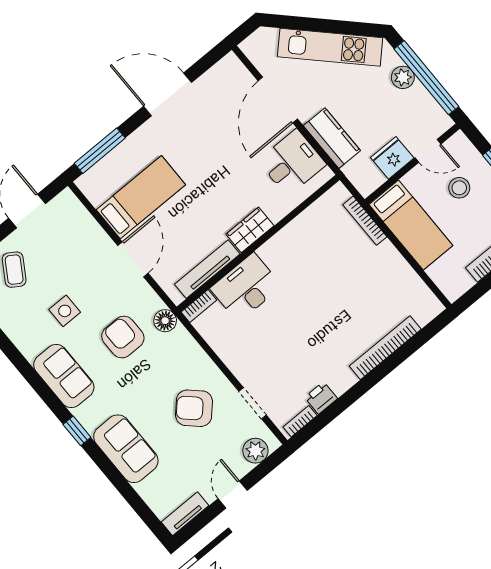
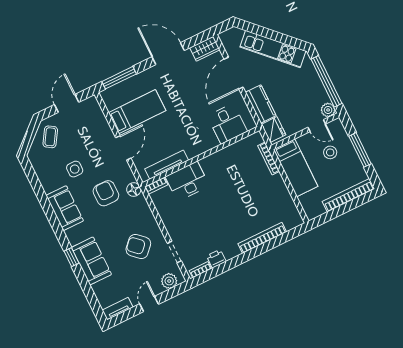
plant: (403, 77) -> (328, 110), moved
fridge: (392, 158) -> (273, 130), moved, turned 90
desk: (292, 163) -> (227, 124), moved, turned 90
wardrobe: (250, 230) -> (205, 49), moved, turned 180
window: (77, 431) -> (71, 257), moved

